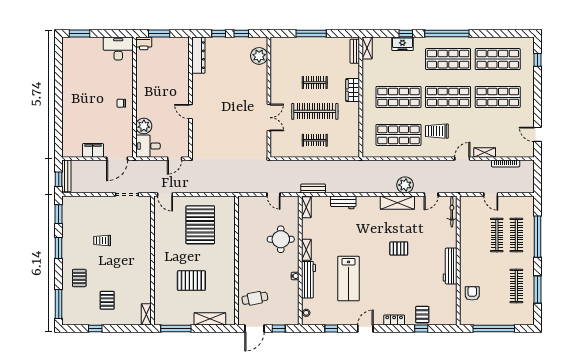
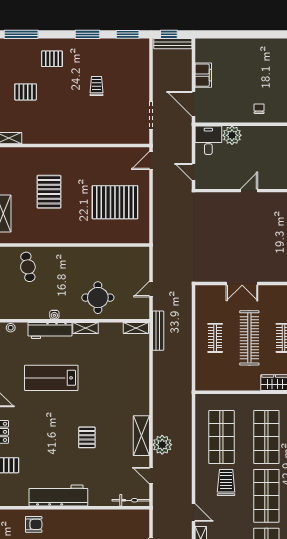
bench: (313, 188) -> (158, 331), width x1.36
workbench: (343, 202) -> (142, 372), removed
workbench: (450, 266) -> (58, 496), width x1.36, depth x1.32

